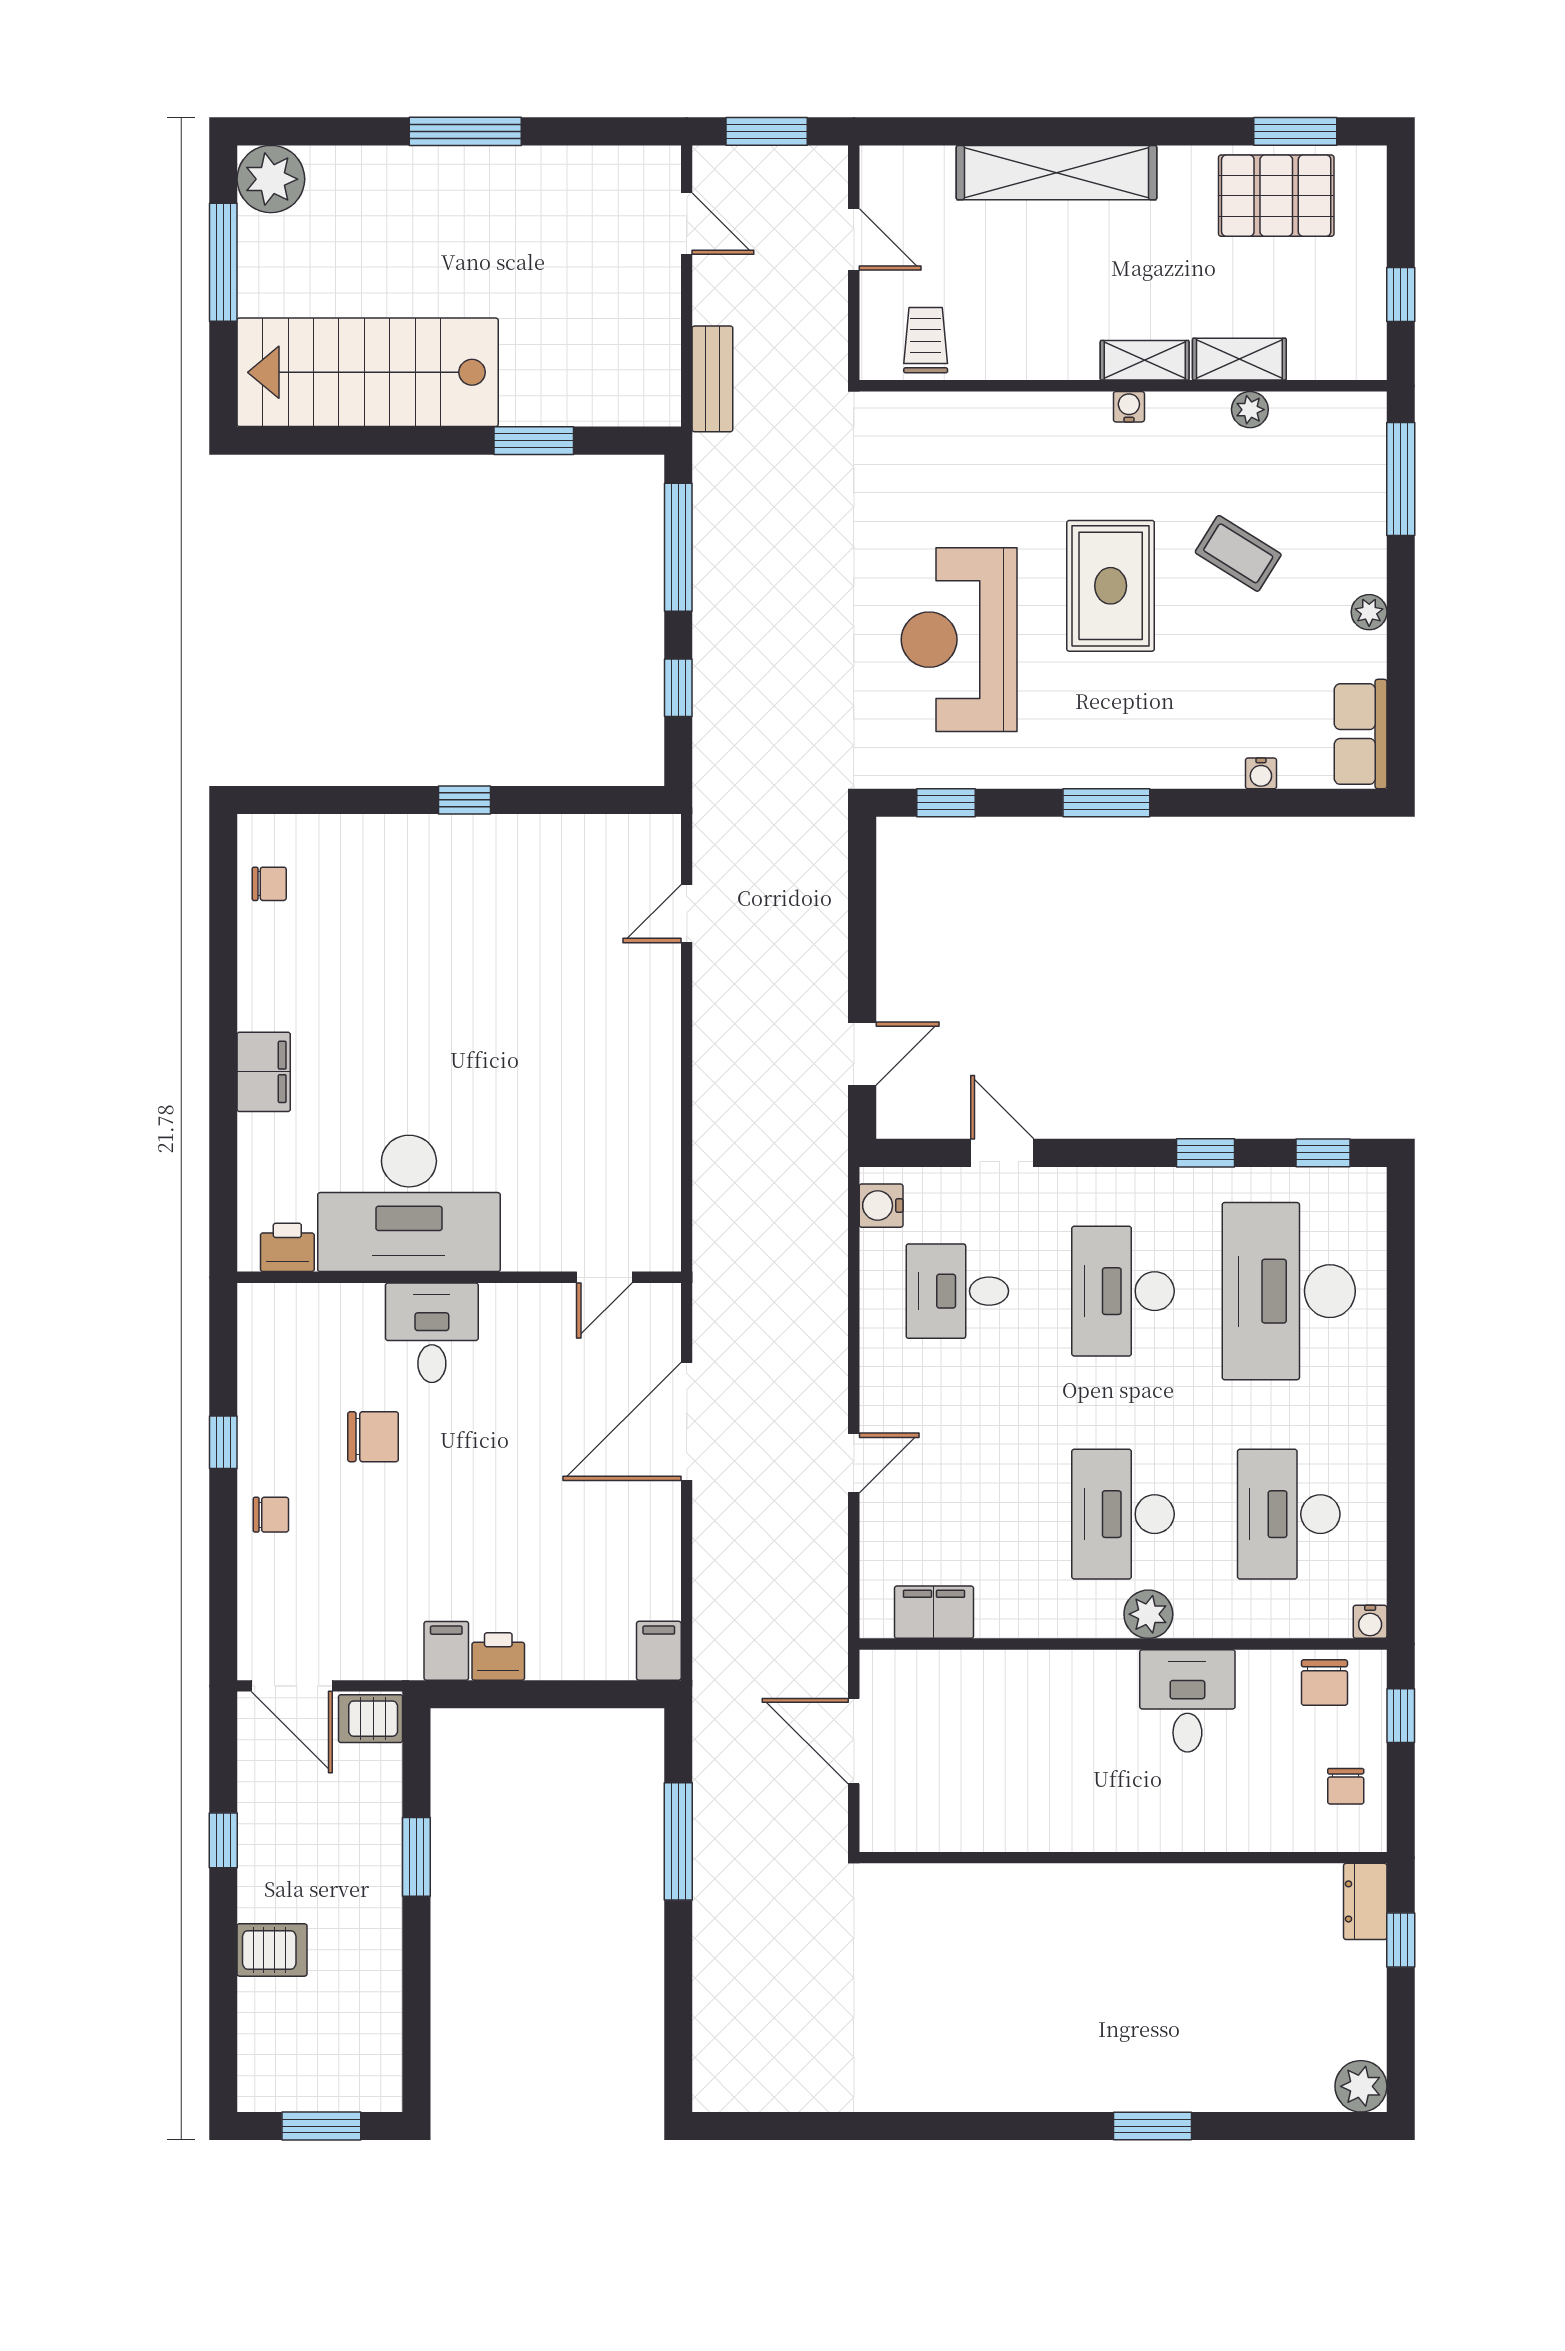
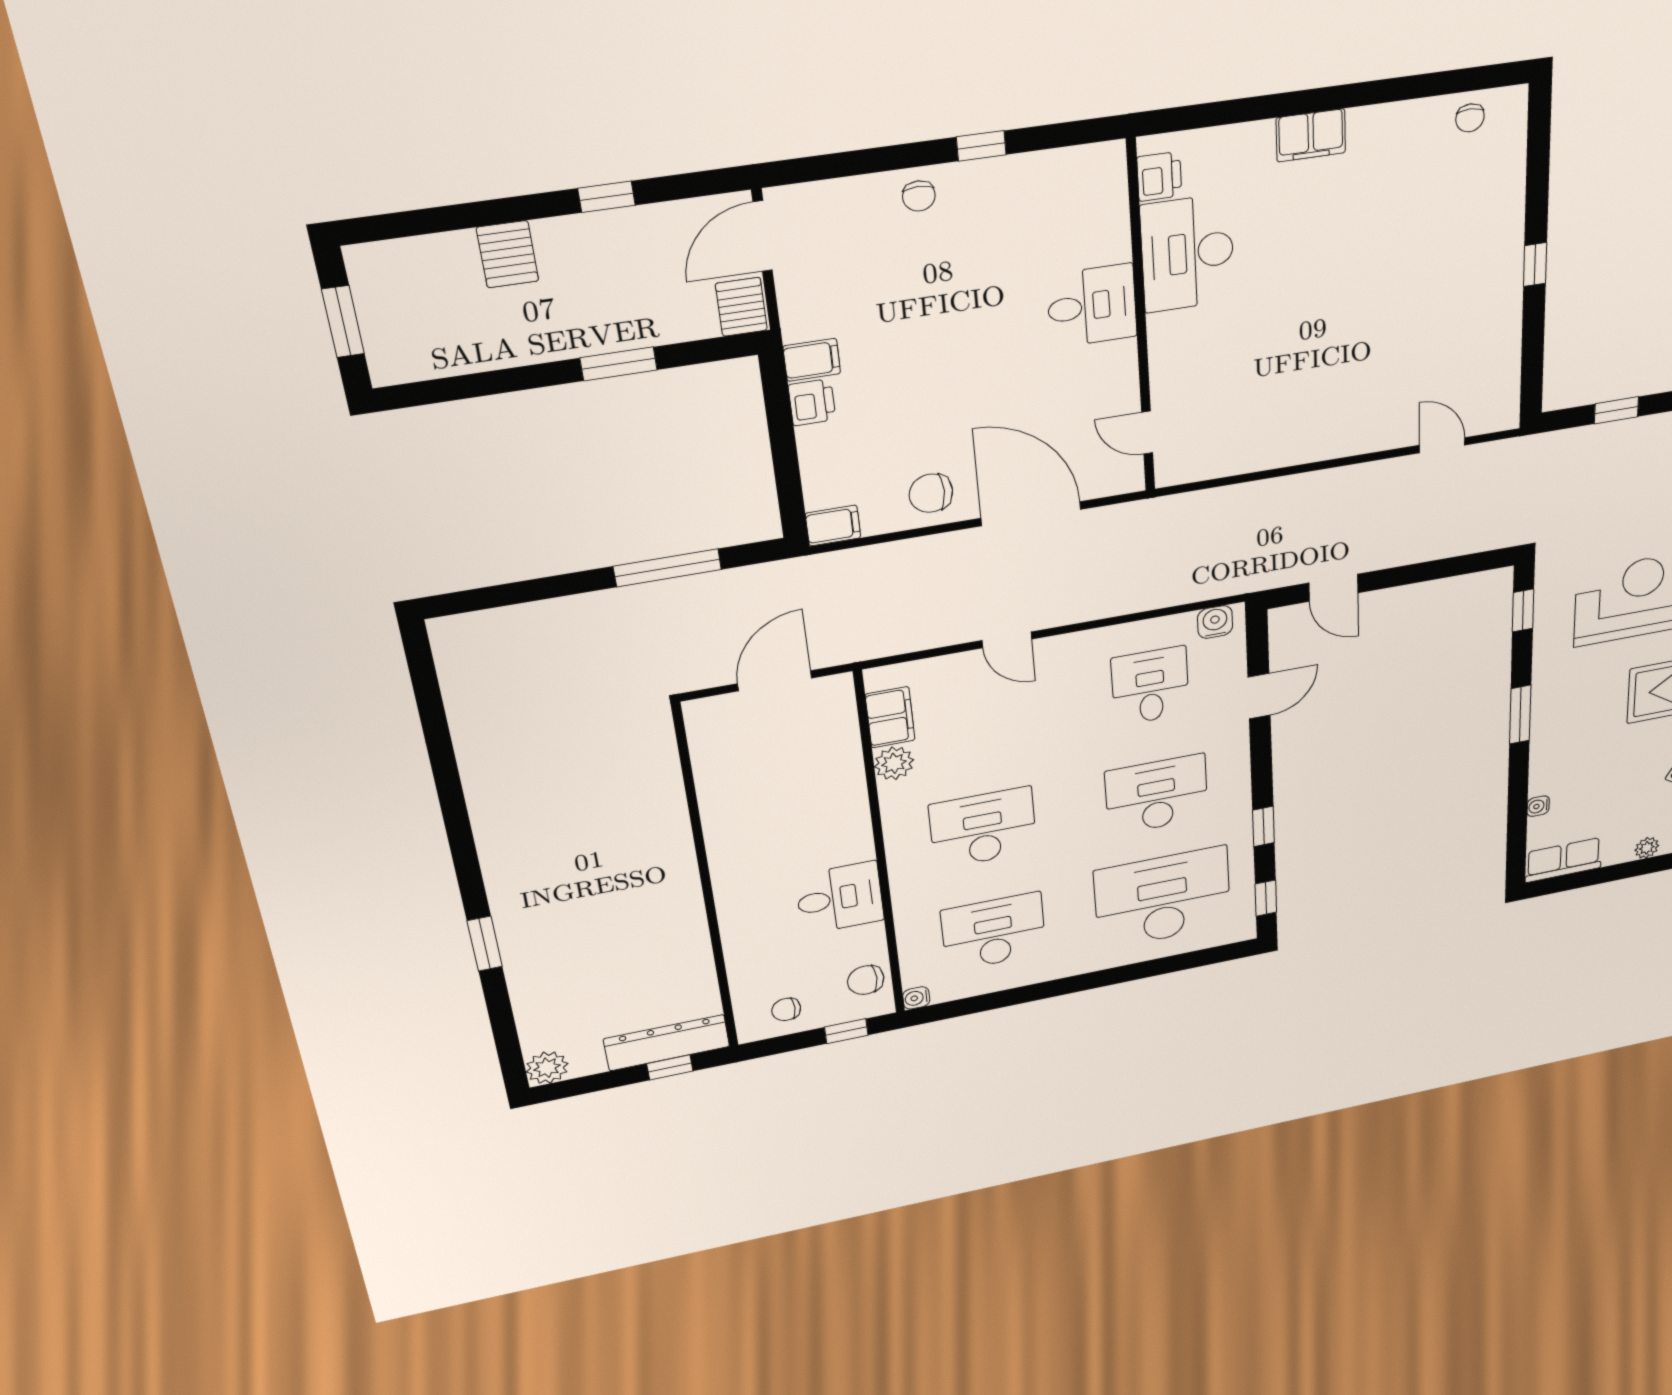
desk: (409, 1203) -> (1188, 253), width x0.73, depth x0.77
chair: (373, 1437) -> (931, 493), moved, turned 90
plant: (1148, 1614) -> (894, 763), moved
dresser: (1365, 1901) -> (667, 1043), width x1.96, depth x1.24

